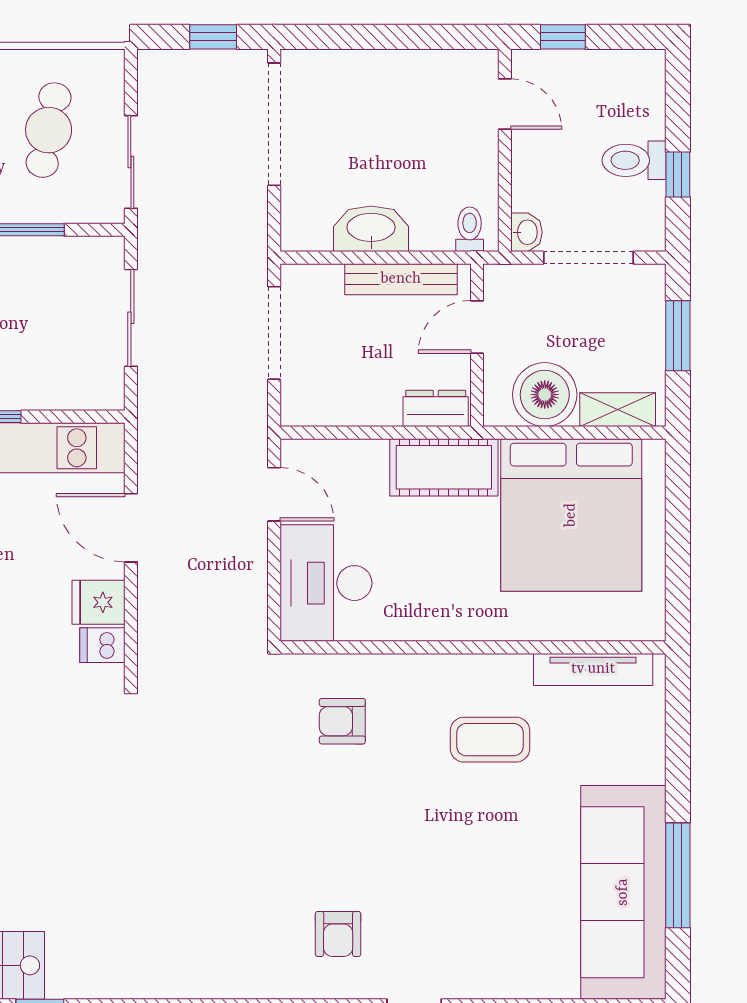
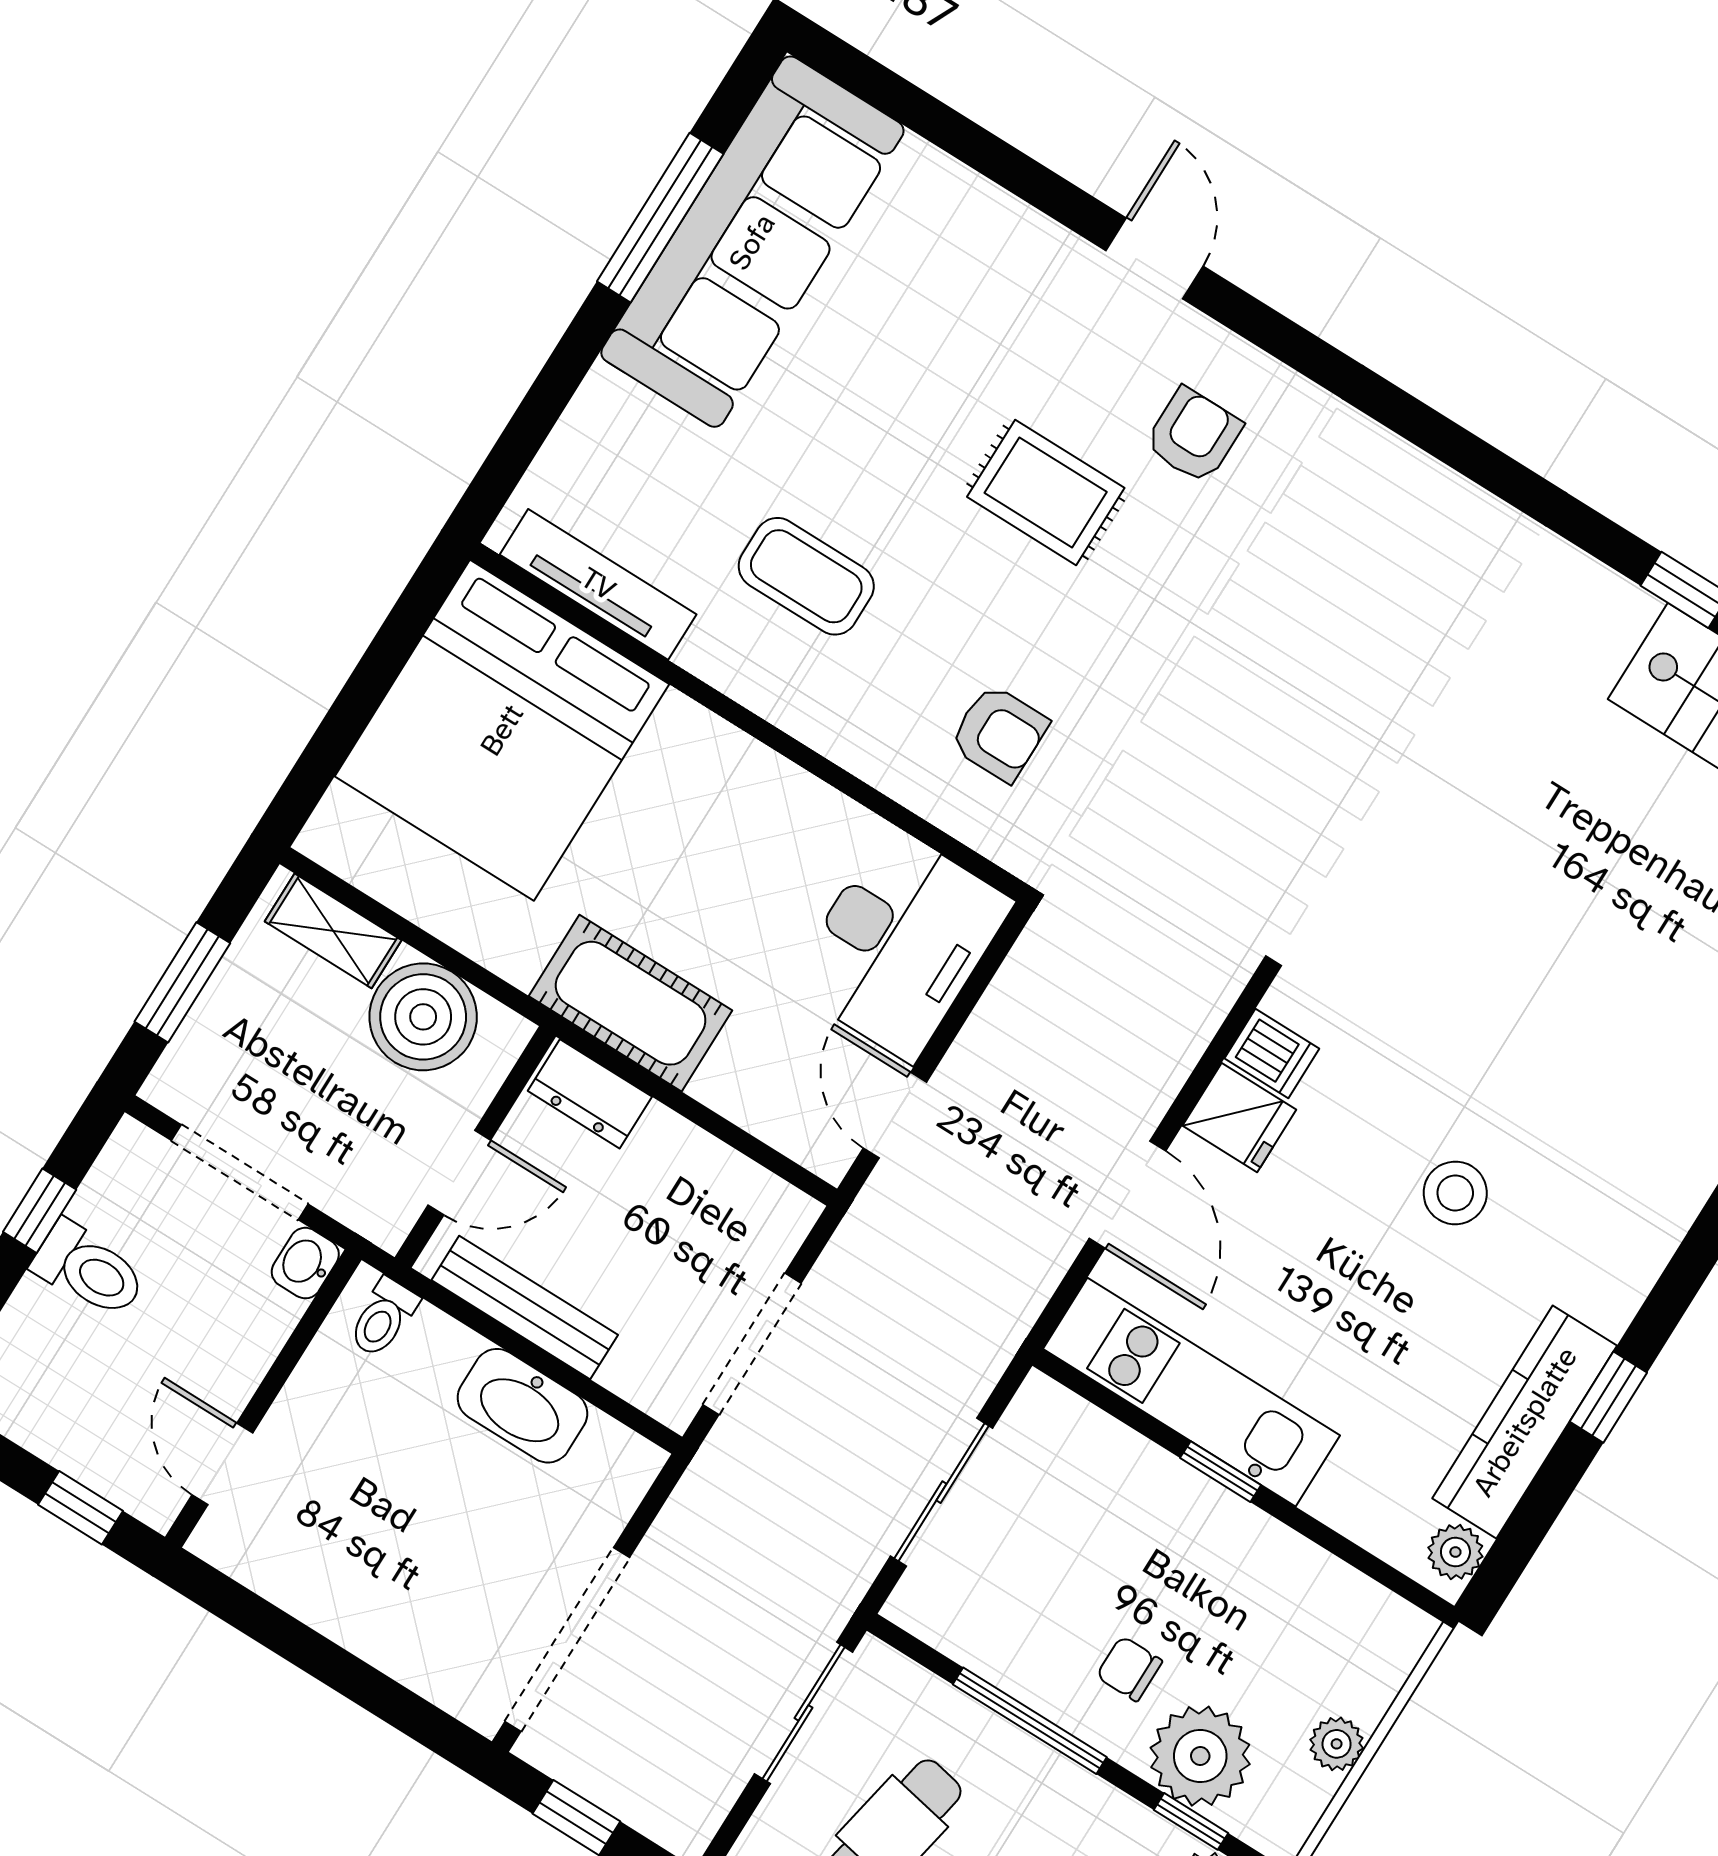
bed: (571, 515) -> (502, 730), moved, turned 180
rug: (395, 858) -> (1046, 492), added

